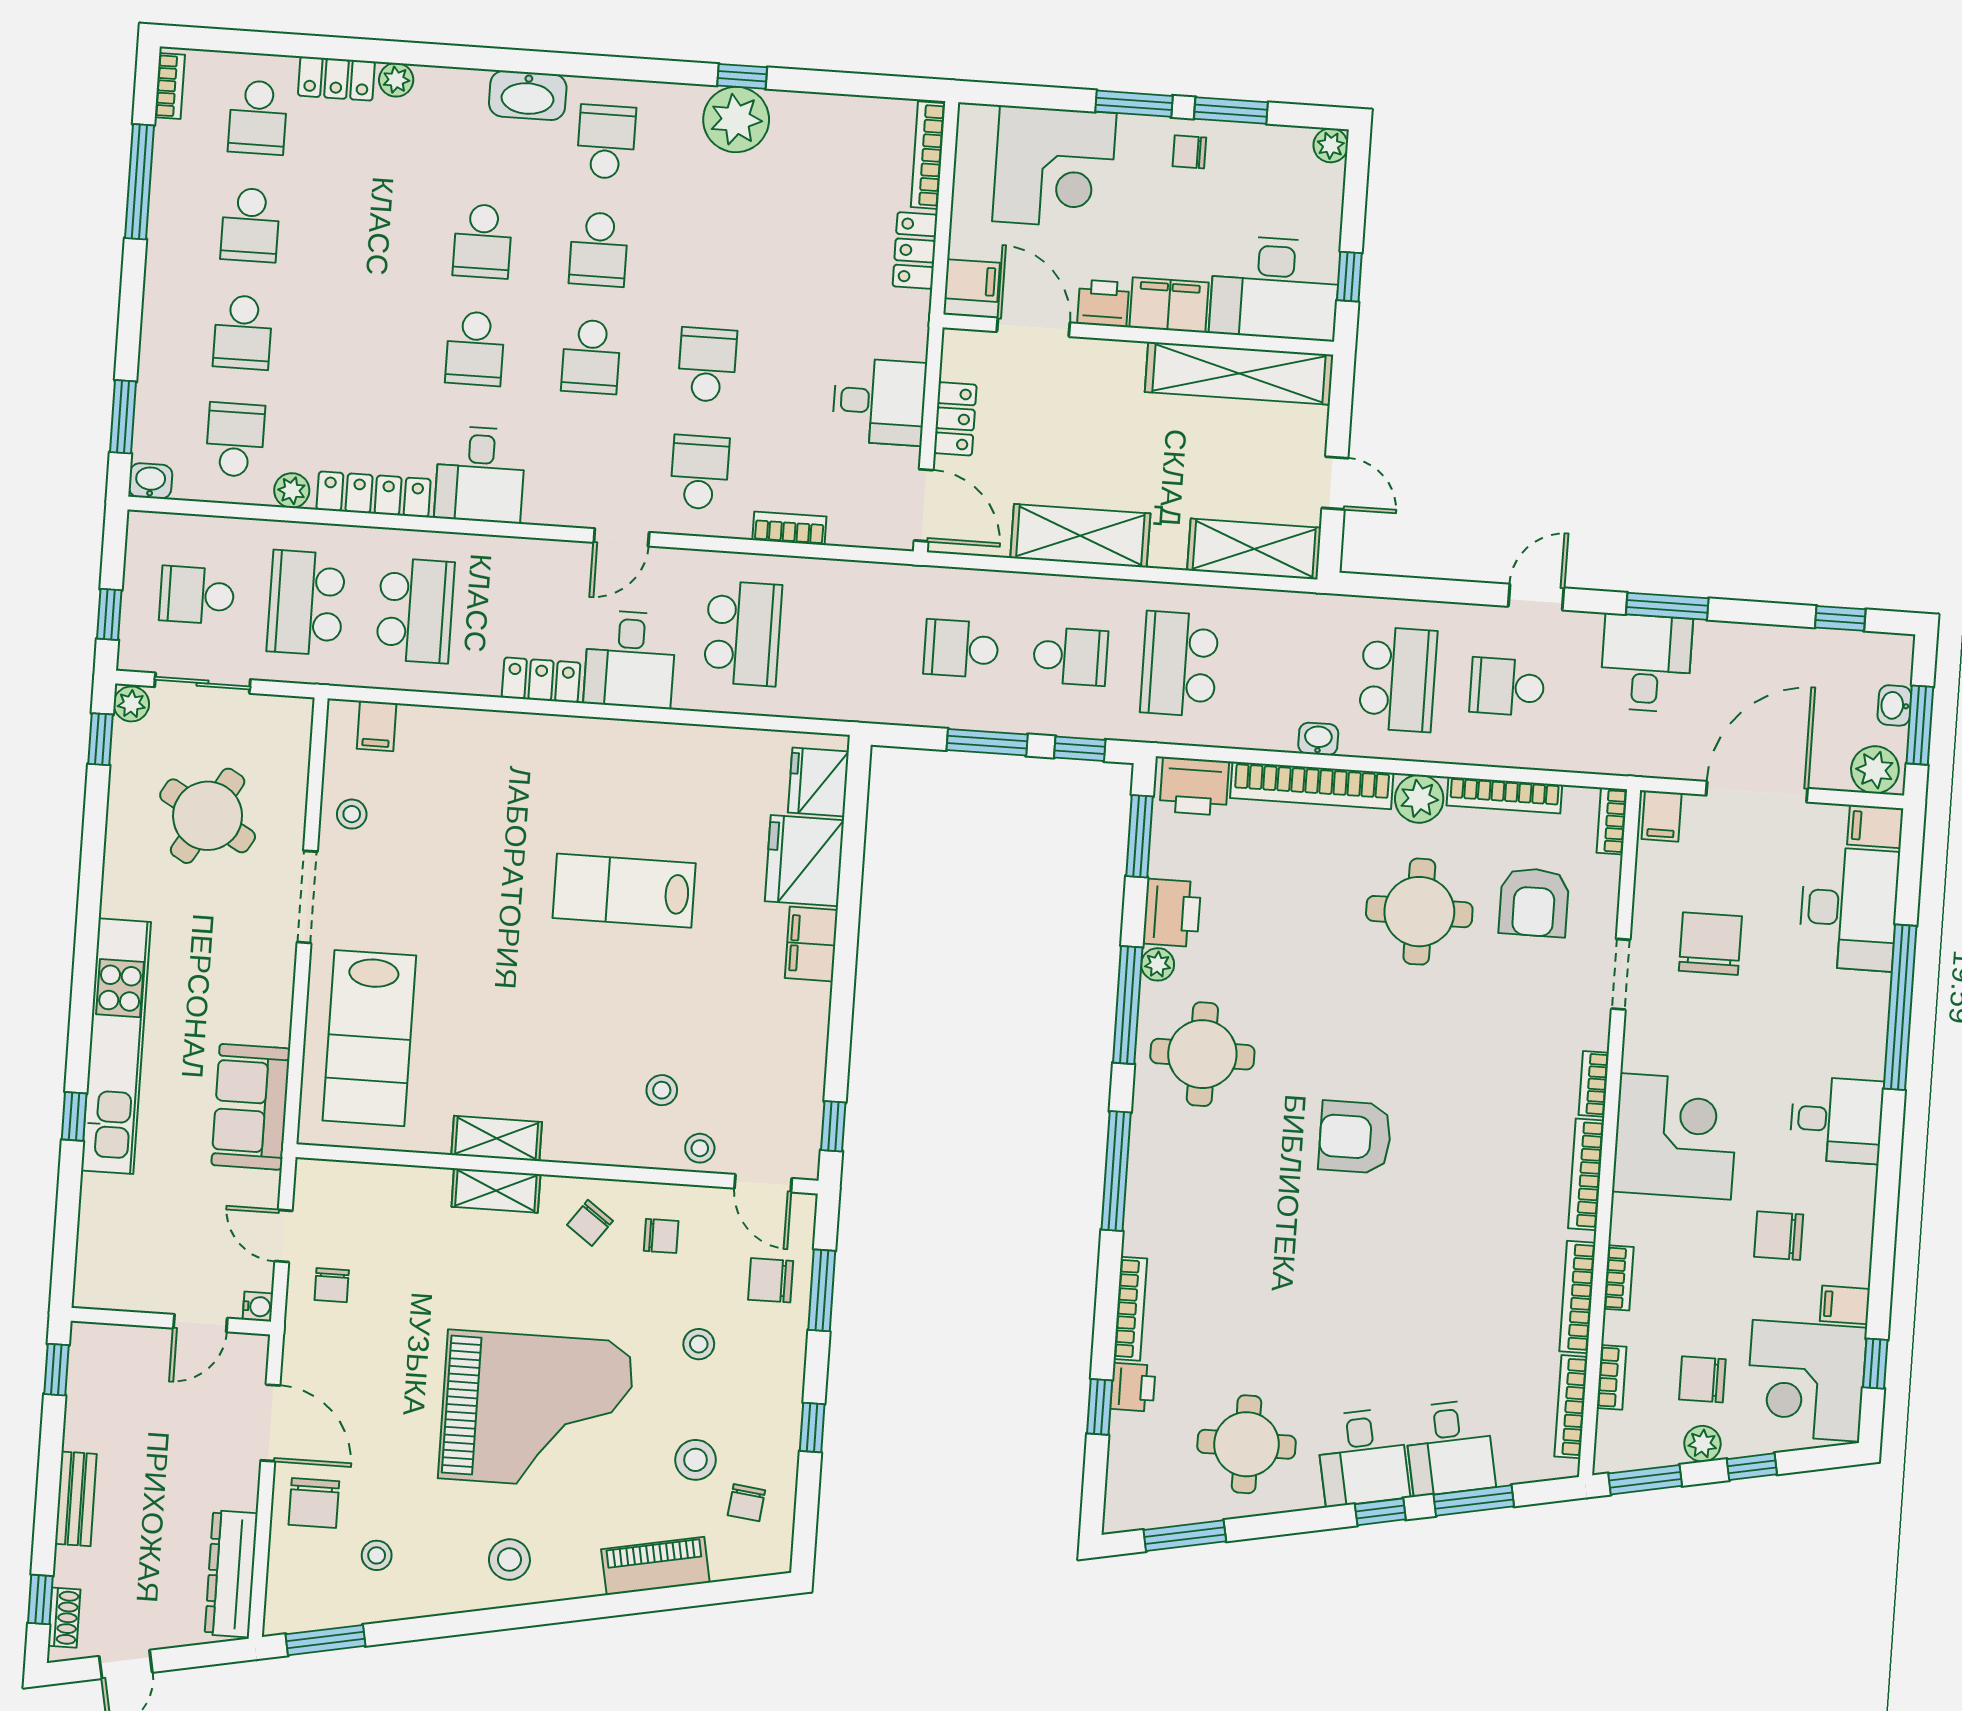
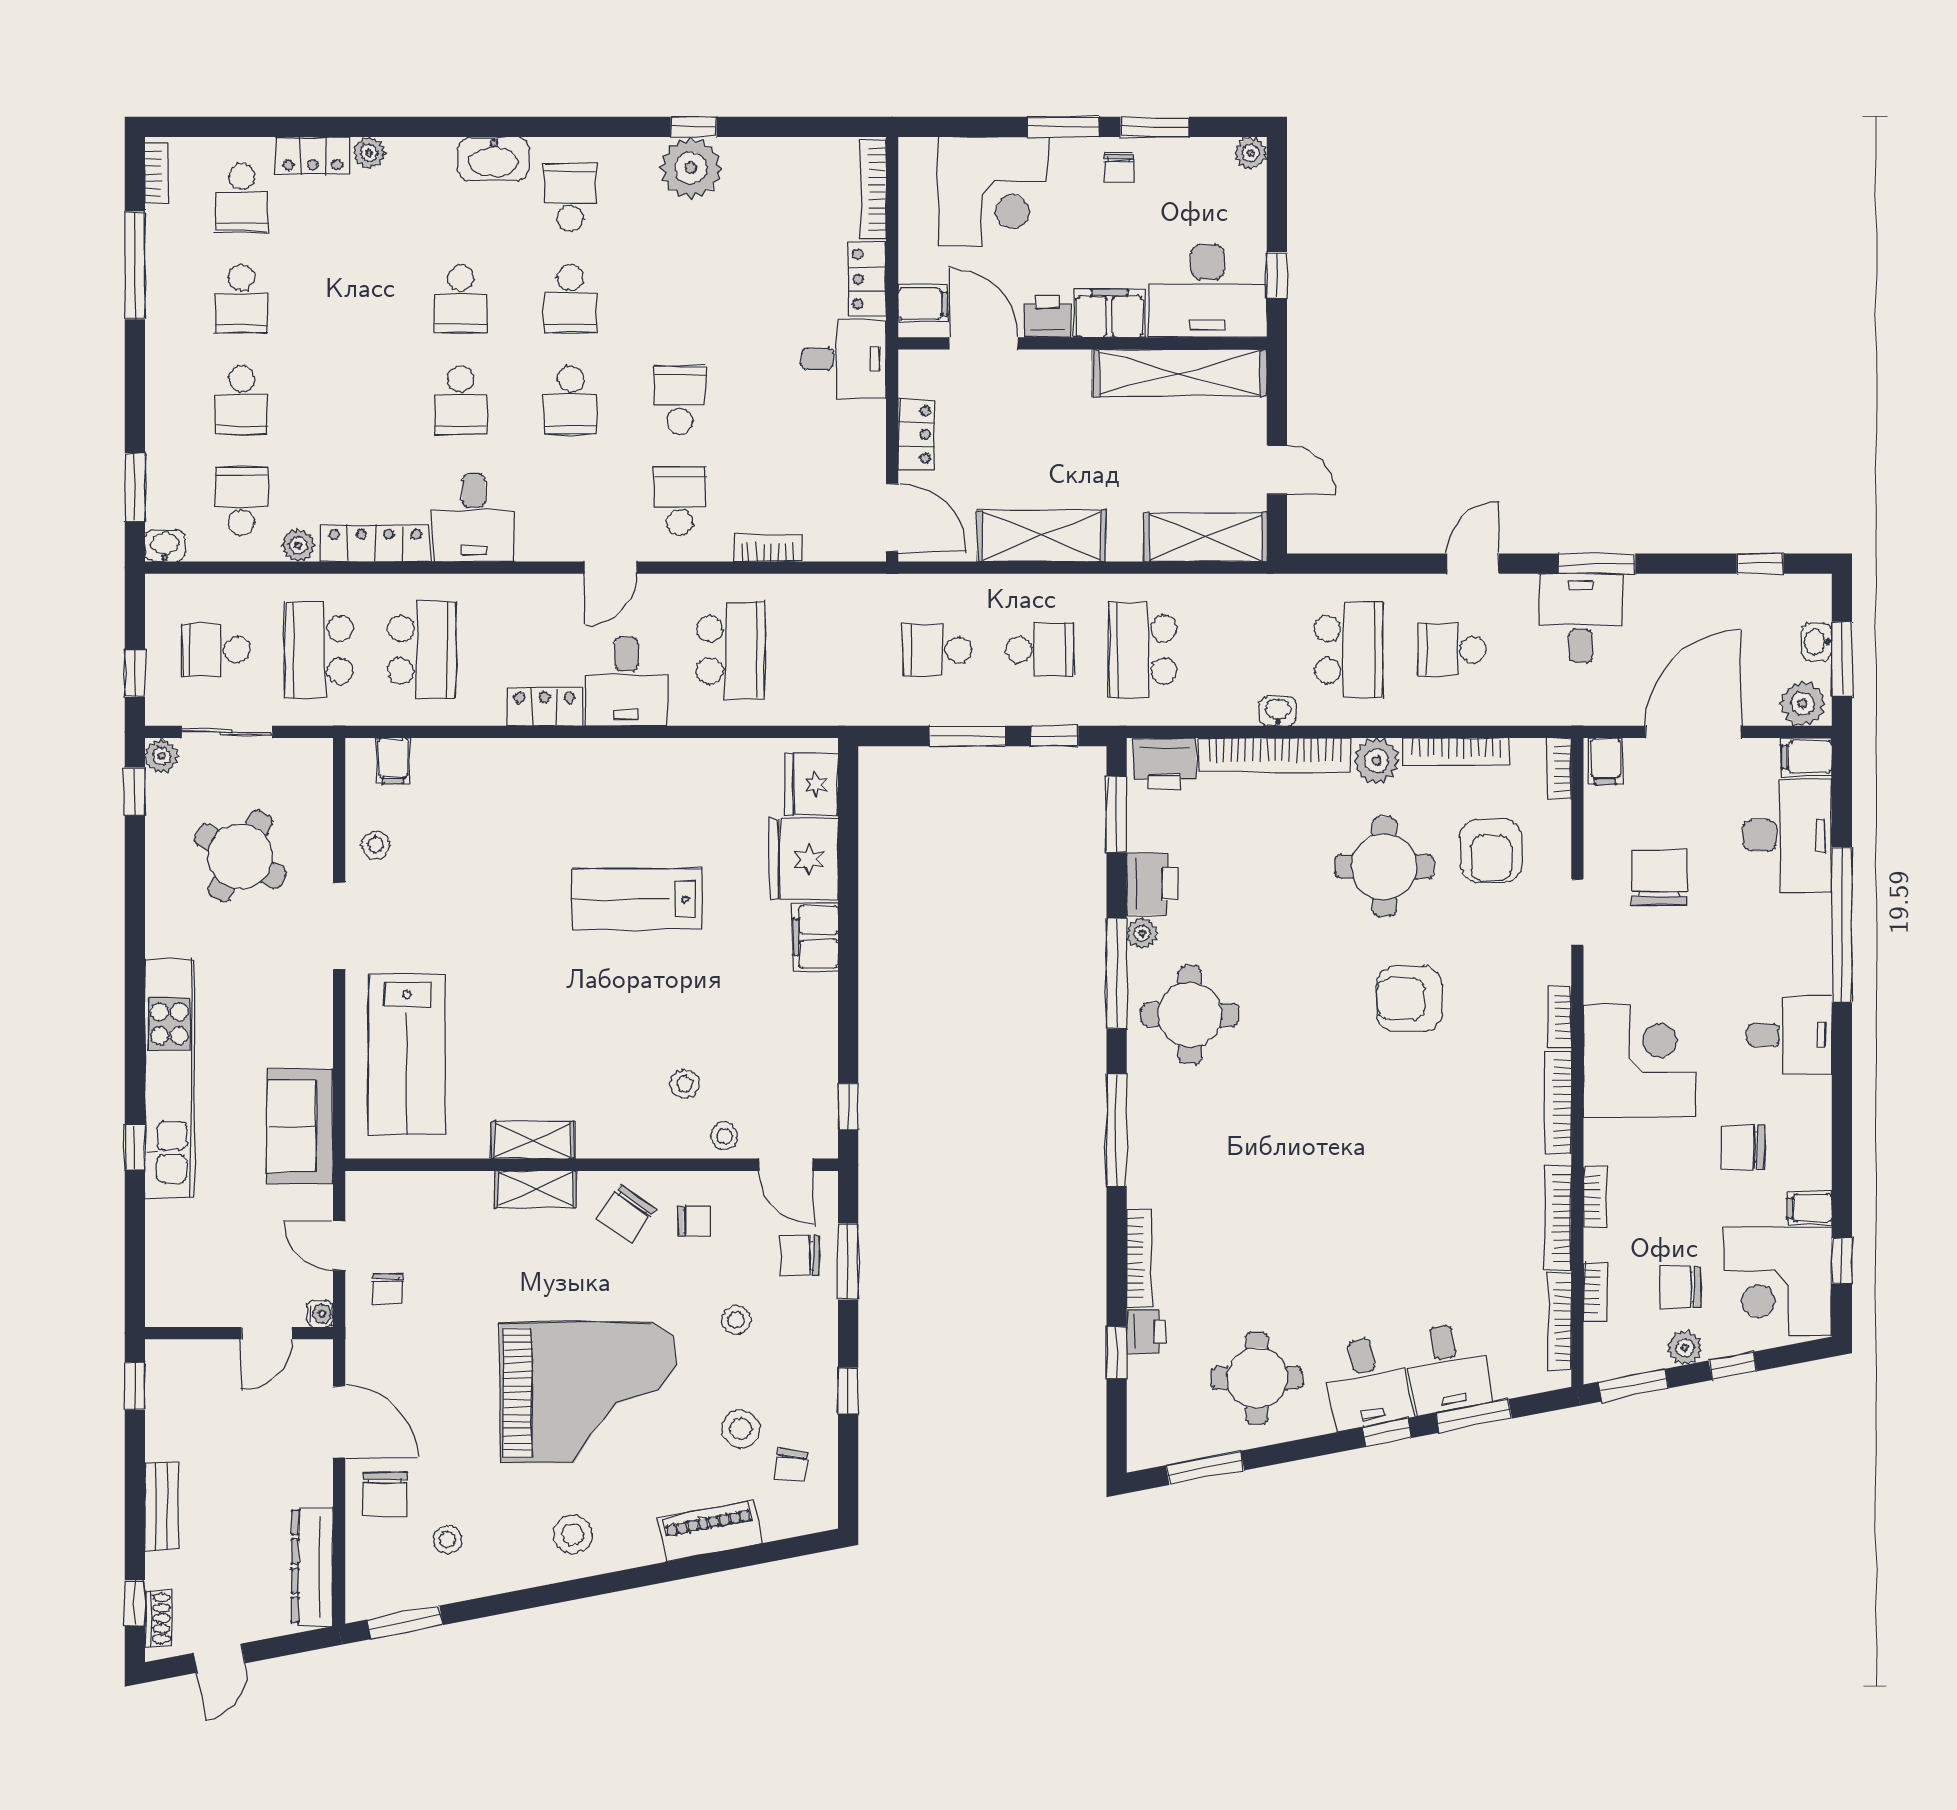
chair: (1189, 152) -> (1118, 168), turned -90
desk: (879, 402) -> (844, 359), moved
armchair: (1355, 1137) -> (1409, 999), moved
chair: (590, 1223) -> (626, 1213), width x1.37, depth x1.37

